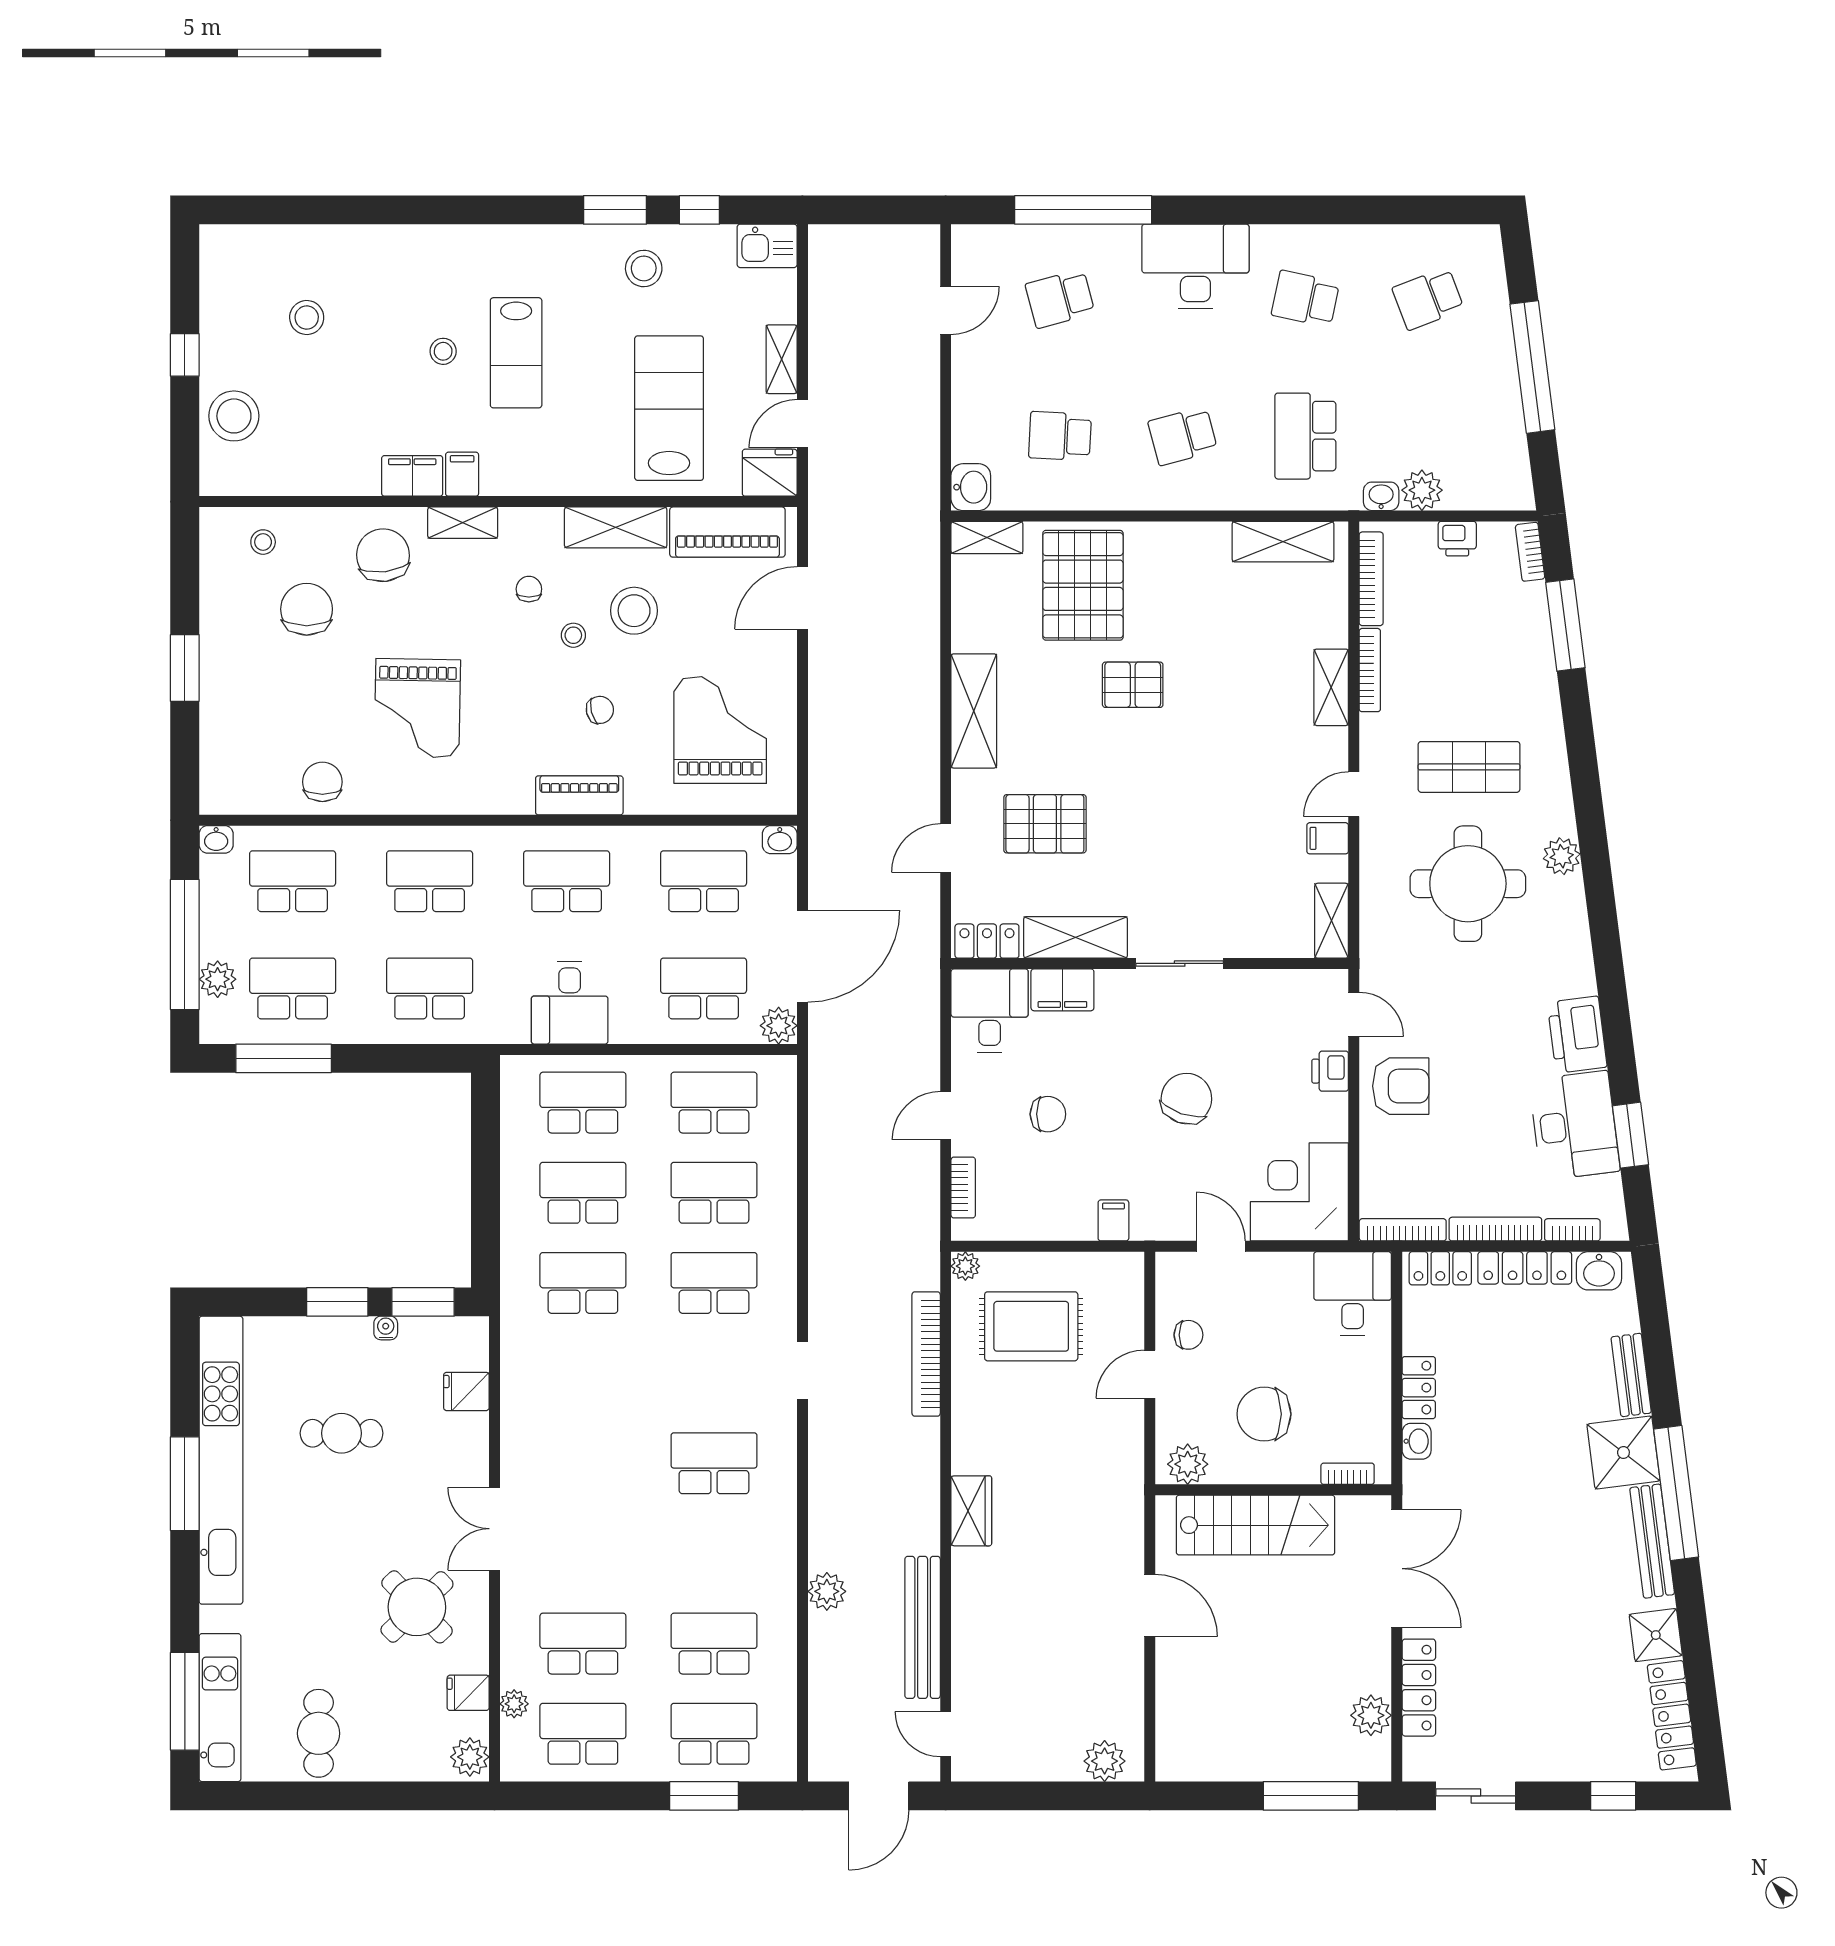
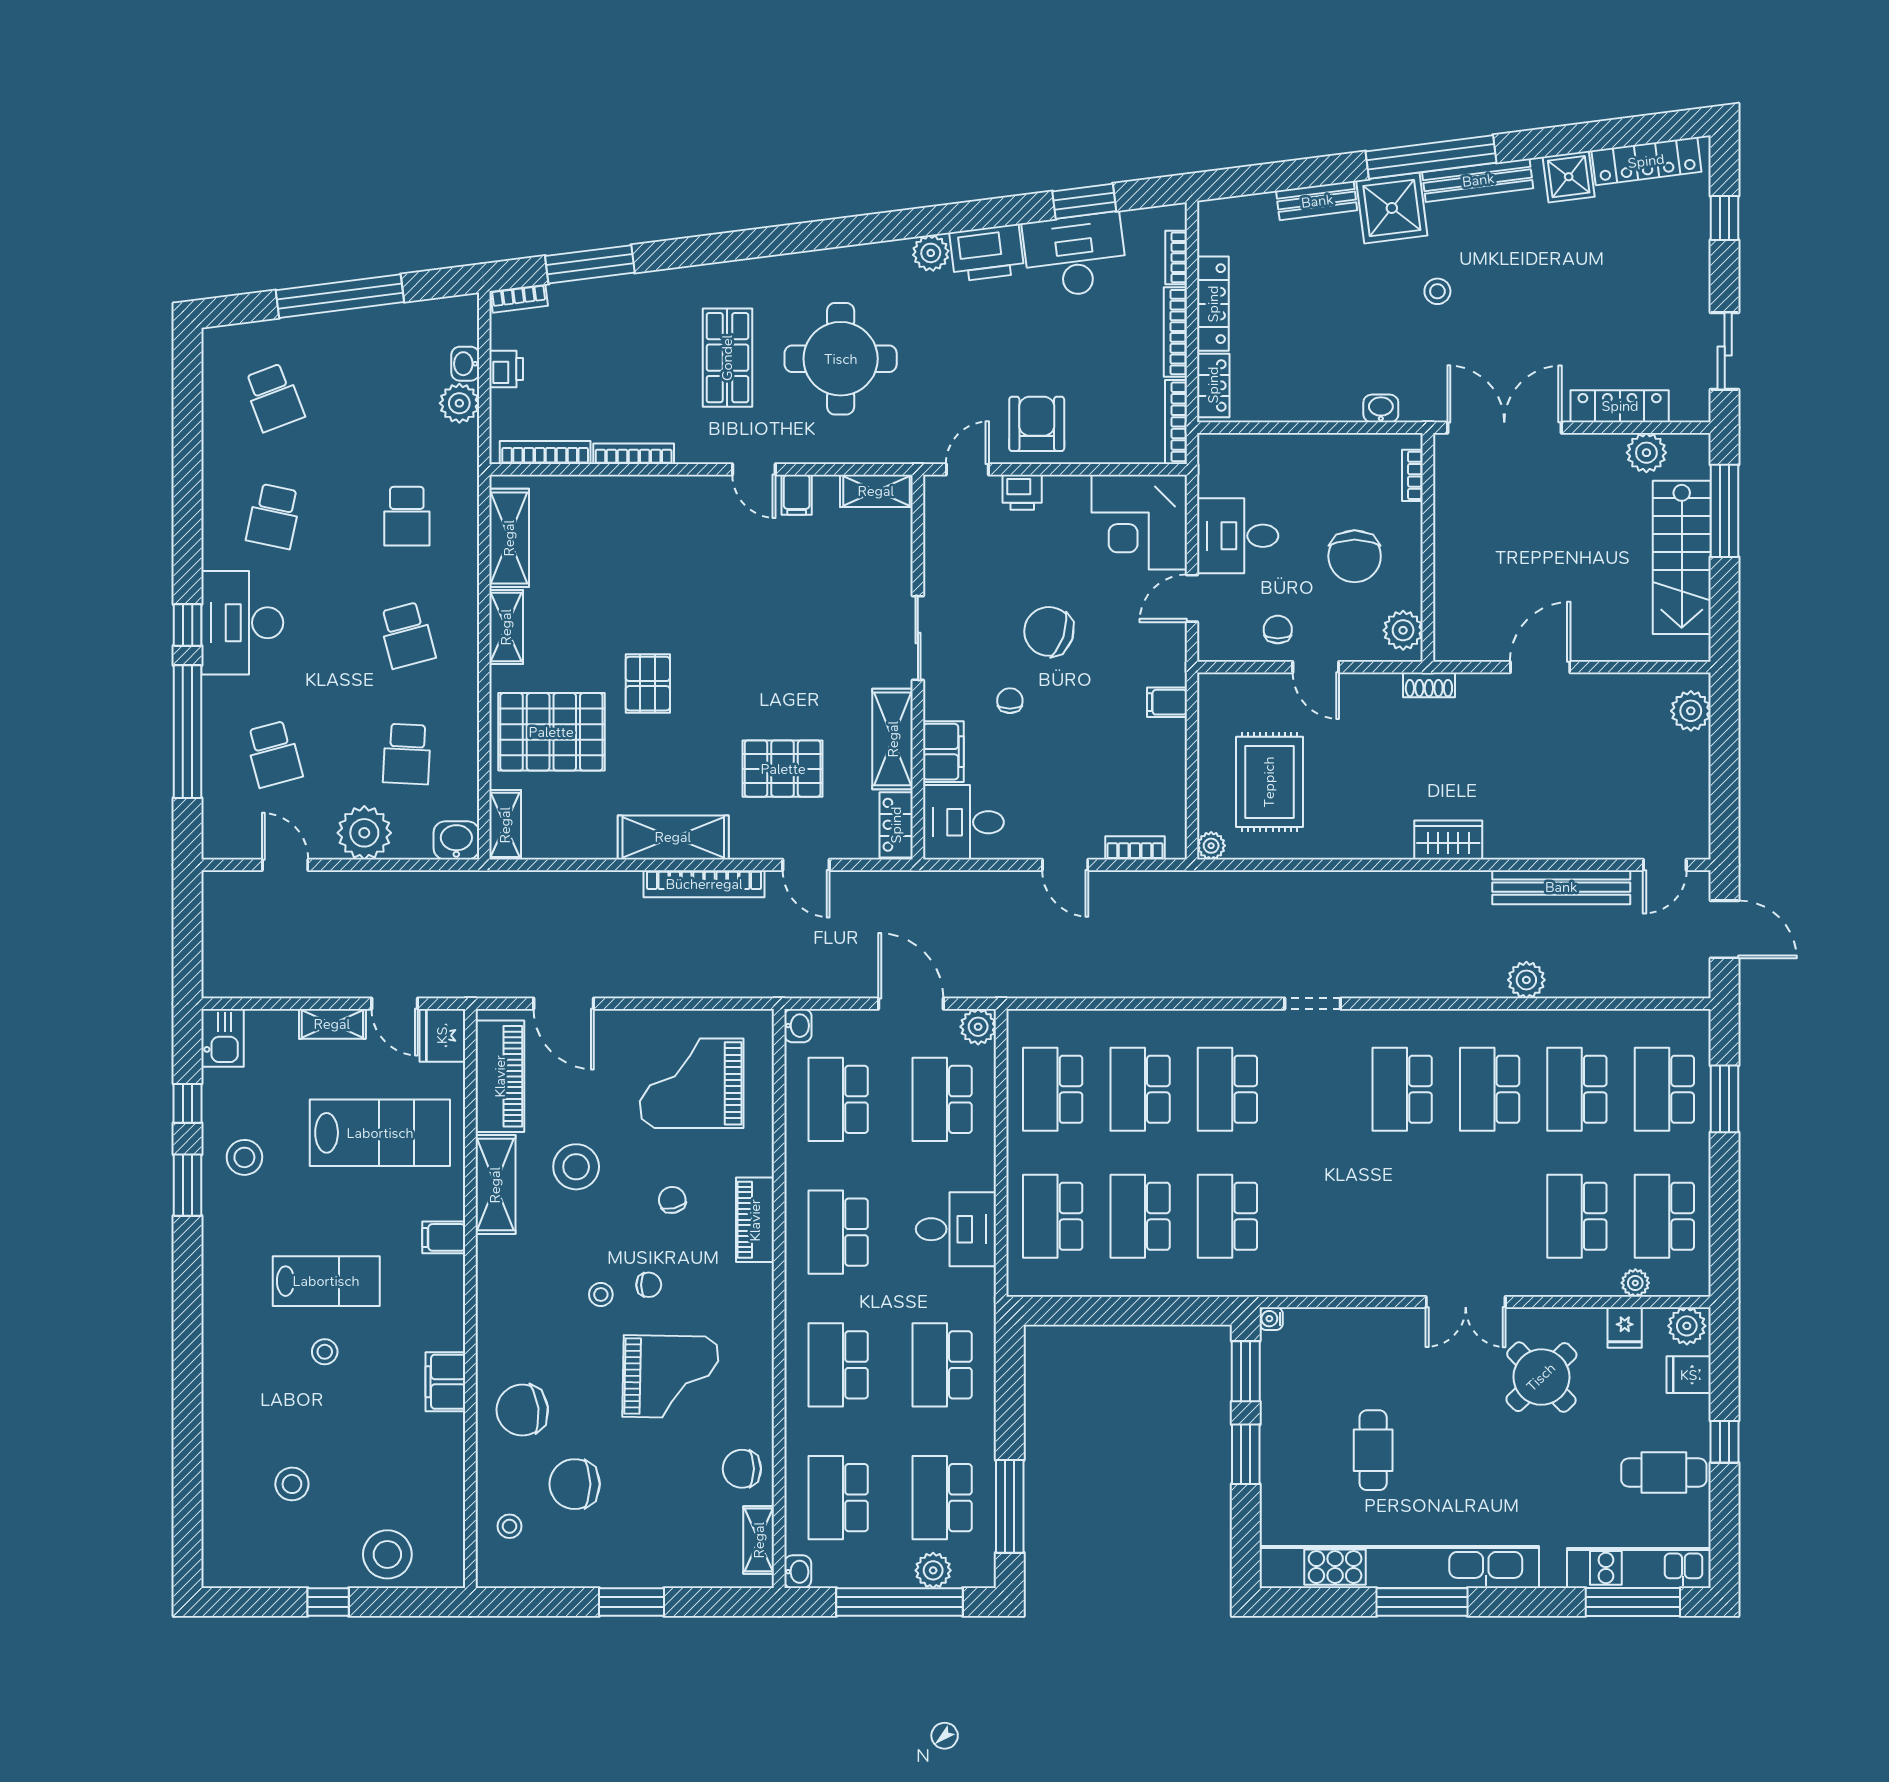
window: (1193, 210) -> (188, 625), added
plant: (979, 392) -> (364, 833), added
lab bench: (669, 408) -> (380, 1133), turned 180
school desk: (1305, 436) -> (407, 516), width x0.54
filing cabinet: (462, 474) -> (444, 1237), moved
washbasin: (1381, 496) -> (465, 364), moved
shelving: (463, 523) -> (759, 1540), moved
chair: (529, 589) -> (649, 1285), moved, turned 180
stool: (573, 635) -> (601, 1295), moved
shelving: (1331, 687) -> (506, 627), moved, turned 90
pallet: (1045, 824) -> (783, 769), turned 90
plant: (1562, 856) -> (931, 253), moved
door: (802, 956) -> (911, 1004), width x0.73
chair: (1048, 1114) -> (1010, 701), moved, width x0.73, depth x0.73
washbasin: (1599, 1271) -> (1216, 232), removed
desk: (1353, 1294) -> (1238, 536), moved
water cooler: (386, 1328) -> (1271, 1319), moved
bookcase: (926, 1354) -> (704, 884), moved
locker: (1419, 1388) -> (1329, 406), removed
fridge: (466, 1391) -> (1689, 1375), moved, turned 90
shoe rack: (1131, 1491) -> (1429, 685), added
stool: (1537, 1500) -> (1437, 291), added
stairs: (1256, 1525) -> (1682, 557), moved, turned 180
school desk: (714, 1553) -> (1490, 1089), added
window: (350, 1796) -> (1725, 1442), added

